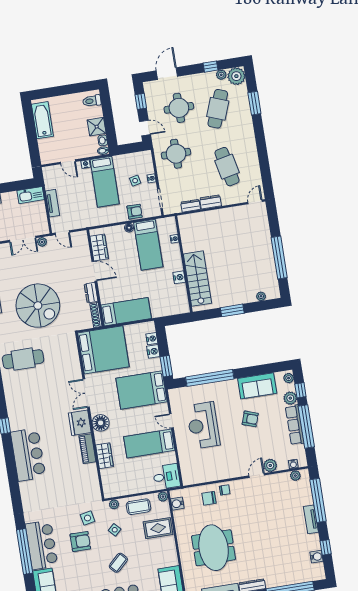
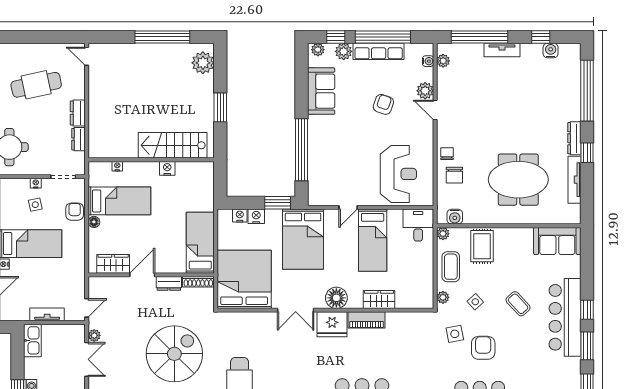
plant: (261, 296) -> (203, 63), width x1.88, depth x1.88
armchair: (250, 419) -> (383, 104), moved
reception desk: (203, 425) -> (398, 174), moved, turned -90

